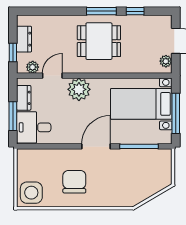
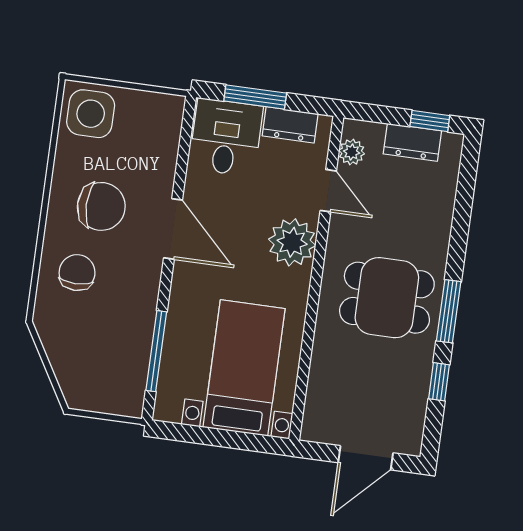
dining table: (99, 41) -> (387, 298), turned 90
window: (13, 53) -> (430, 121), moved
plant: (166, 61) -> (326, 431), removed
window: (176, 113) -> (214, 437), removed
door: (96, 146) -> (173, 229), moved
chair: (107, 189) -> (77, 273), added

